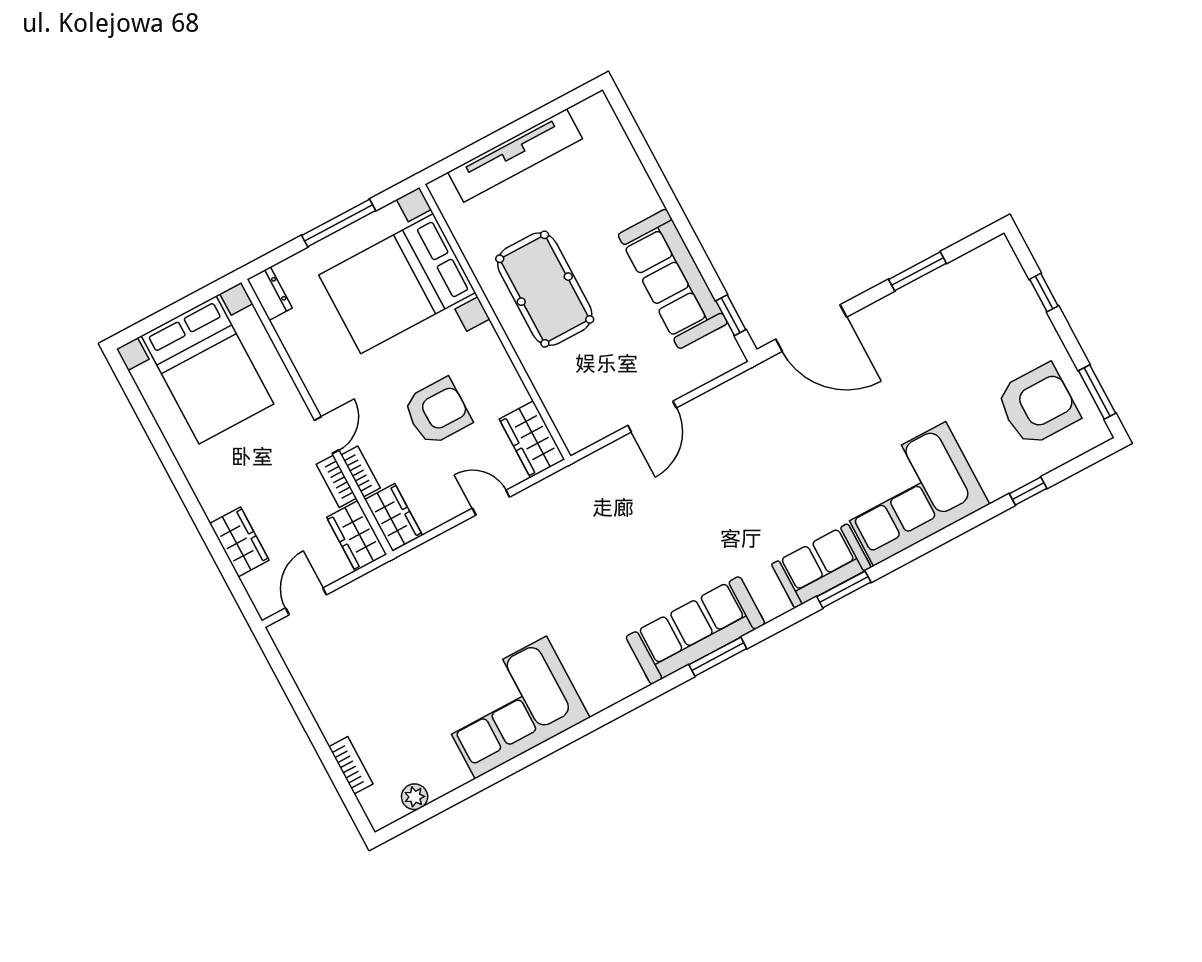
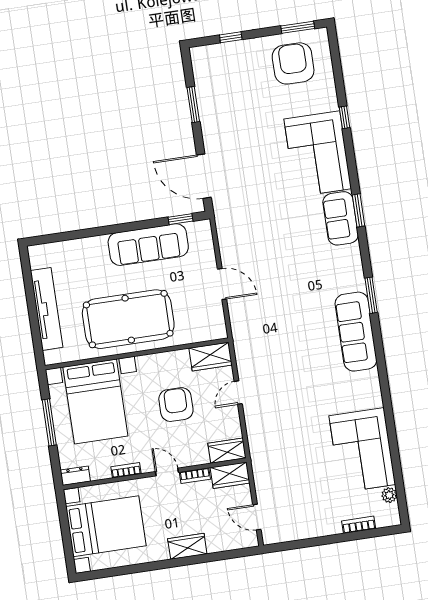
pool table: (545, 289) -> (128, 319), width x1.36, depth x1.32
door: (811, 328) -> (204, 176), swing flipped
bookcase: (361, 472) -> (126, 470), moved
window: (1028, 491) -> (345, 117), moved
wardrobe: (239, 542) -> (187, 546), moved
sofa: (695, 630) -> (356, 332), moved
corner sofa: (511, 707) -> (362, 450), moved

